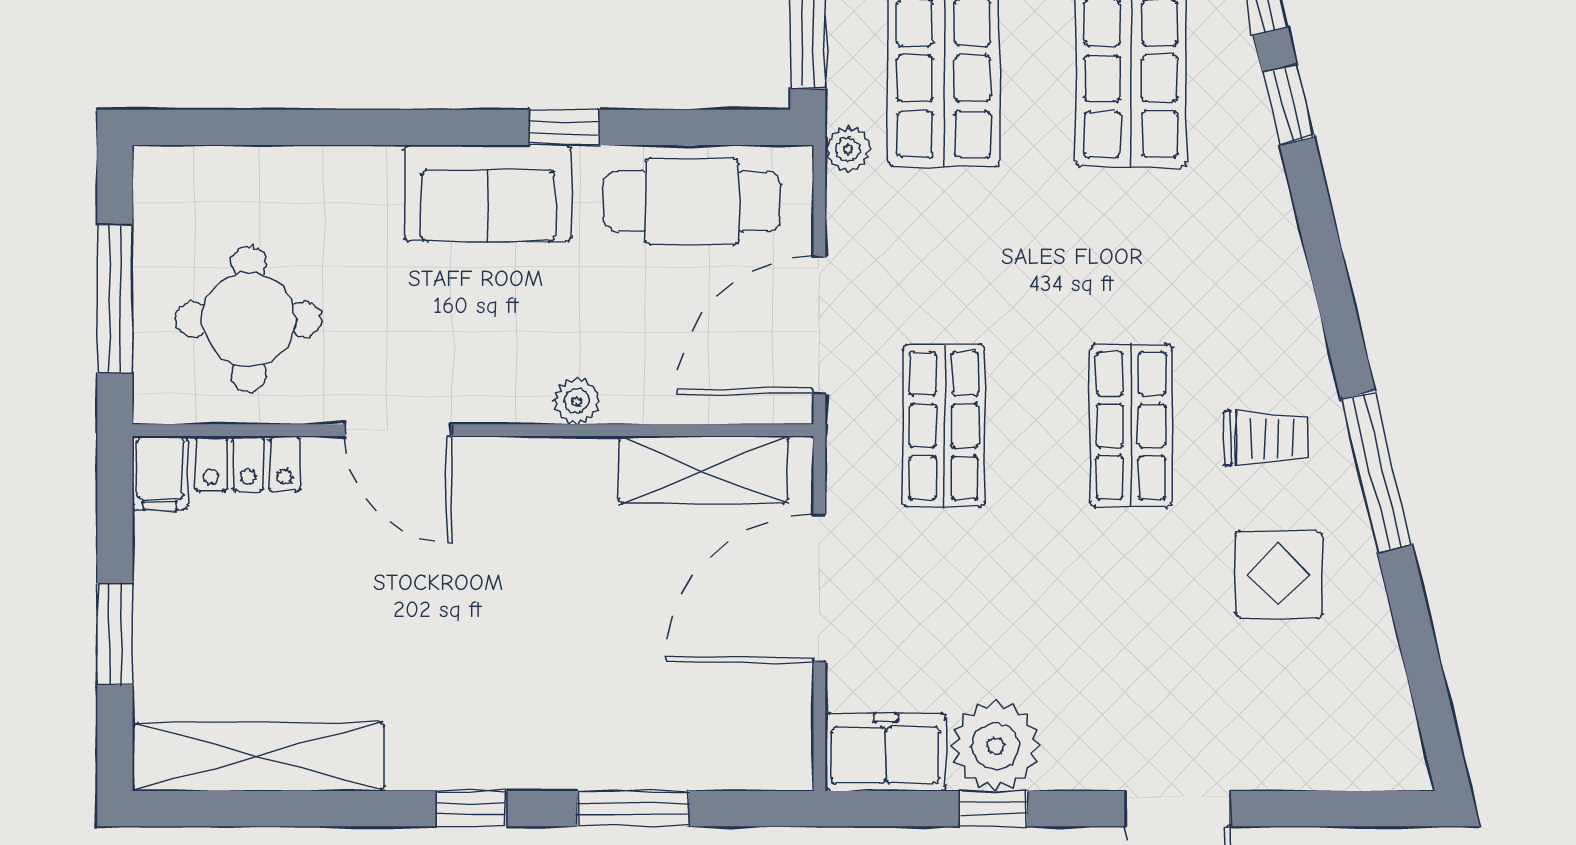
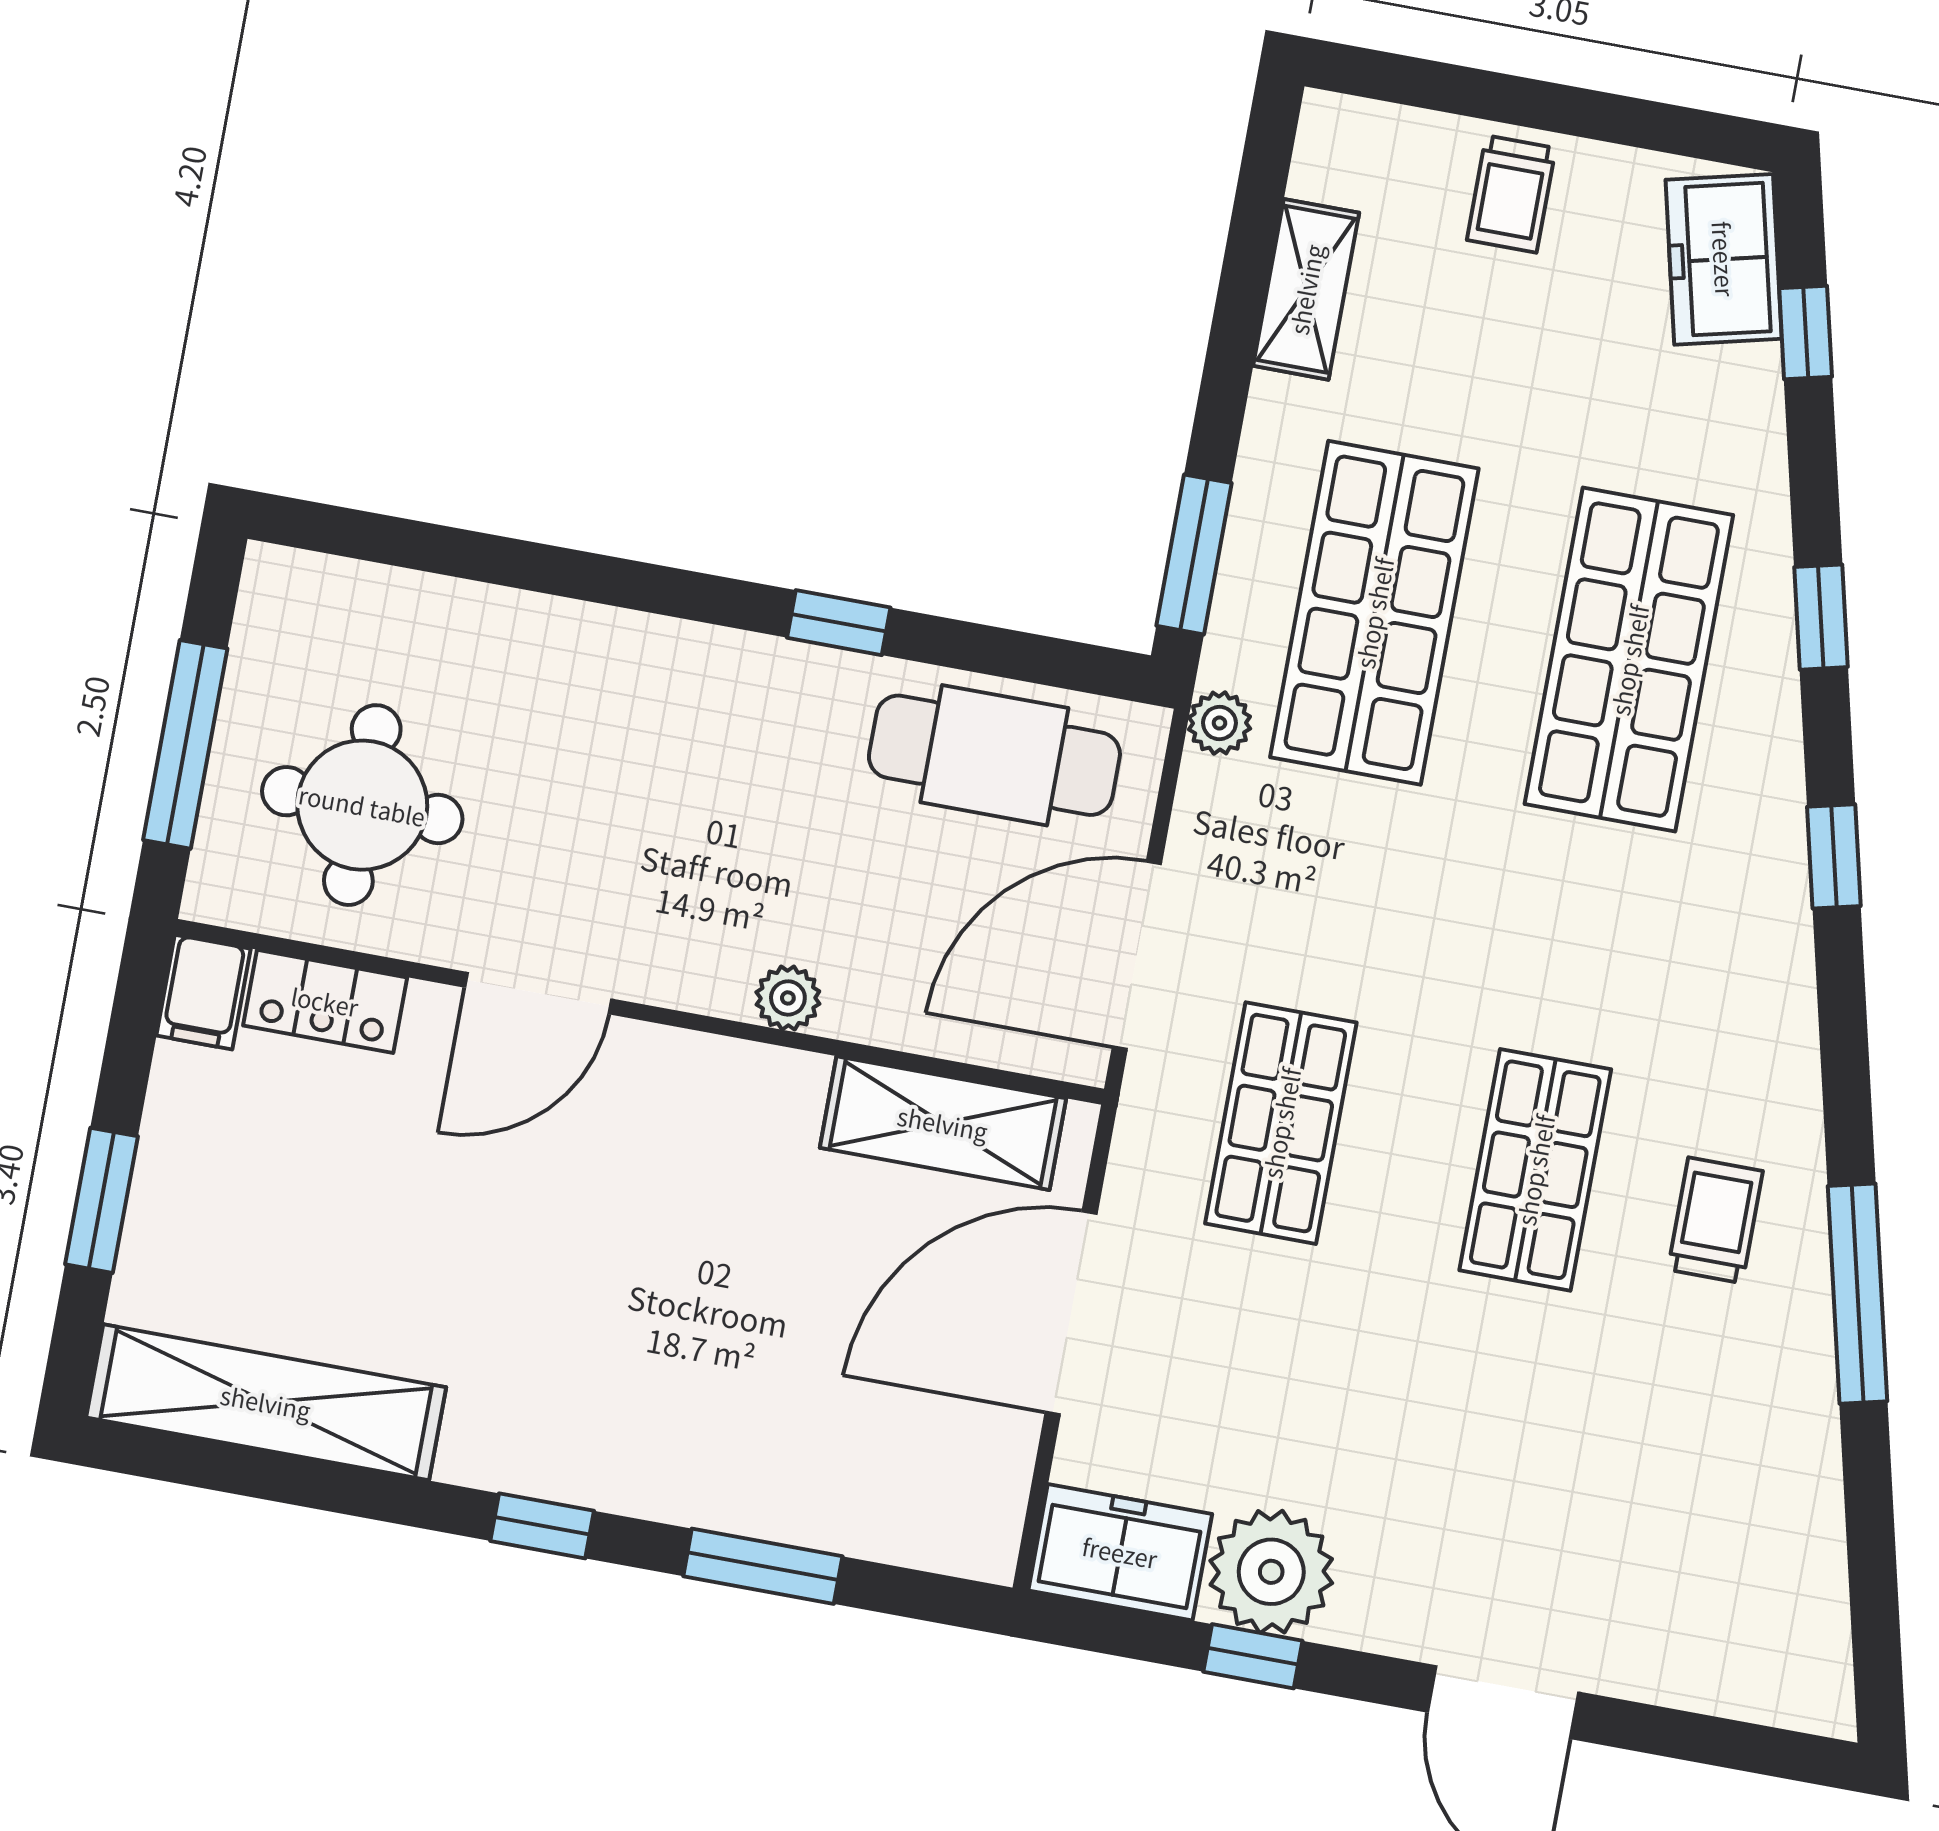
window: (1288, 105) -> (1834, 856), moved
sofa: (488, 193) -> (719, 693), removed
door: (398, 430) -> (538, 993), hinge flipped
trolley: (1266, 438) -> (1715, 1220), turned -90
display table: (1279, 574) -> (1699, 1409), removed

